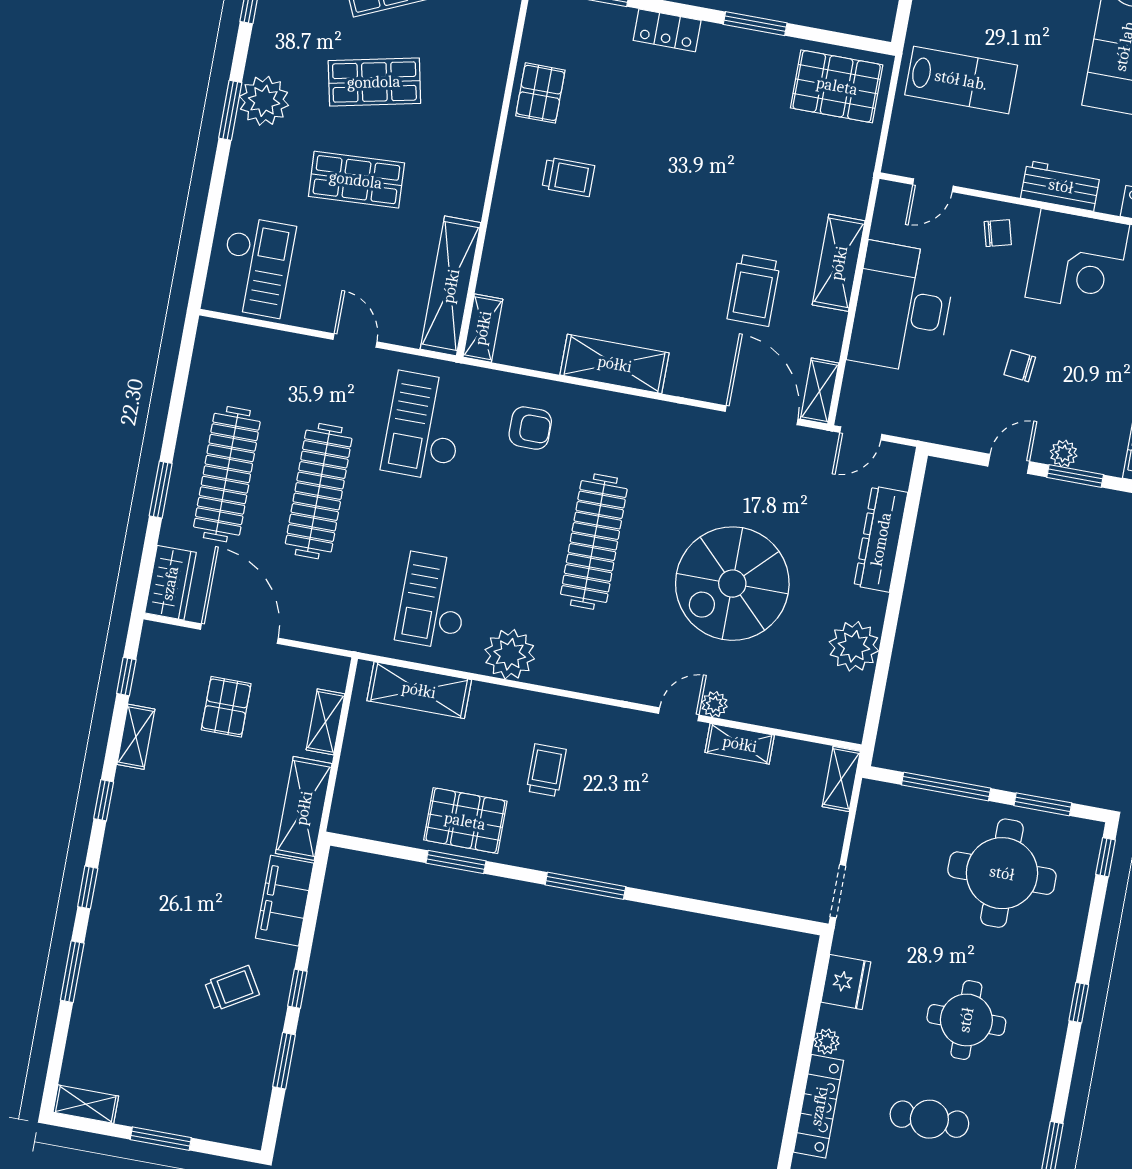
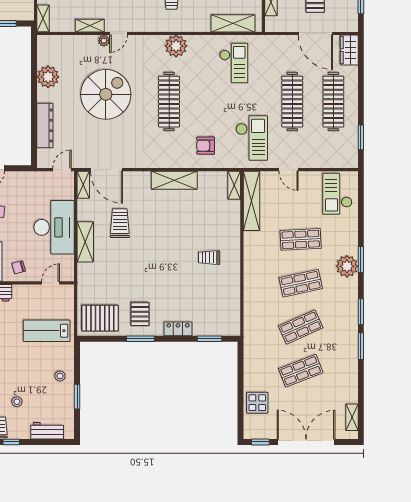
pallet: (540, 93) -> (140, 314), moved
window: (161, 490) -> (361, 137), moved
plant: (510, 654) -> (176, 46), moved

